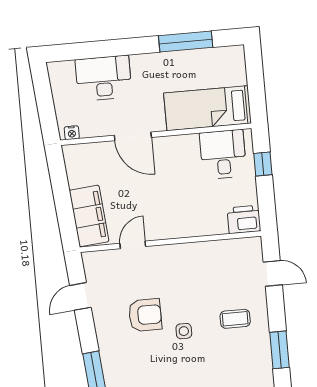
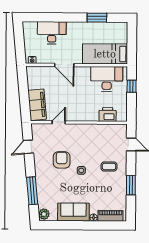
window: (186, 42) -> (97, 18), width x0.69
desk: (223, 154) -> (107, 79), width x1.37
printer: (244, 219) -> (108, 114), moved
armchair: (145, 315) -> (62, 160), turned -90

